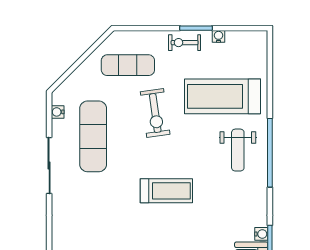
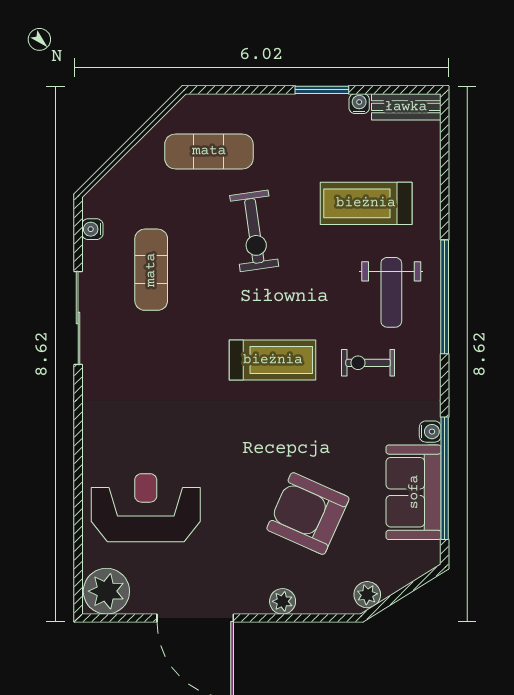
bench: (247, 38) -> (406, 107), added
exercise bike: (185, 43) -> (368, 363), moved
treadmill: (223, 96) -> (366, 203), width x0.73, depth x0.73
exercise mat: (93, 136) -> (151, 270), width x0.73, depth x0.69

